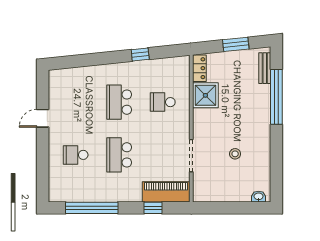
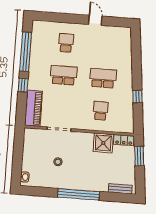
window: (236, 44) -> (139, 156), moved
window: (276, 97) -> (79, 194), moved
window: (153, 208) -> (23, 85), moved

